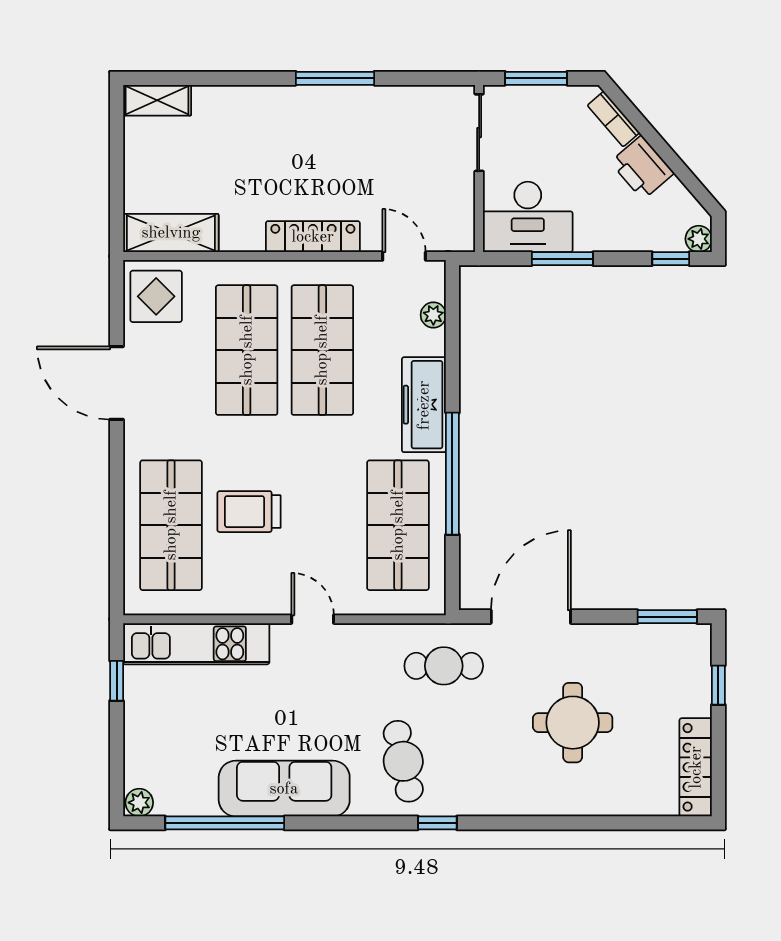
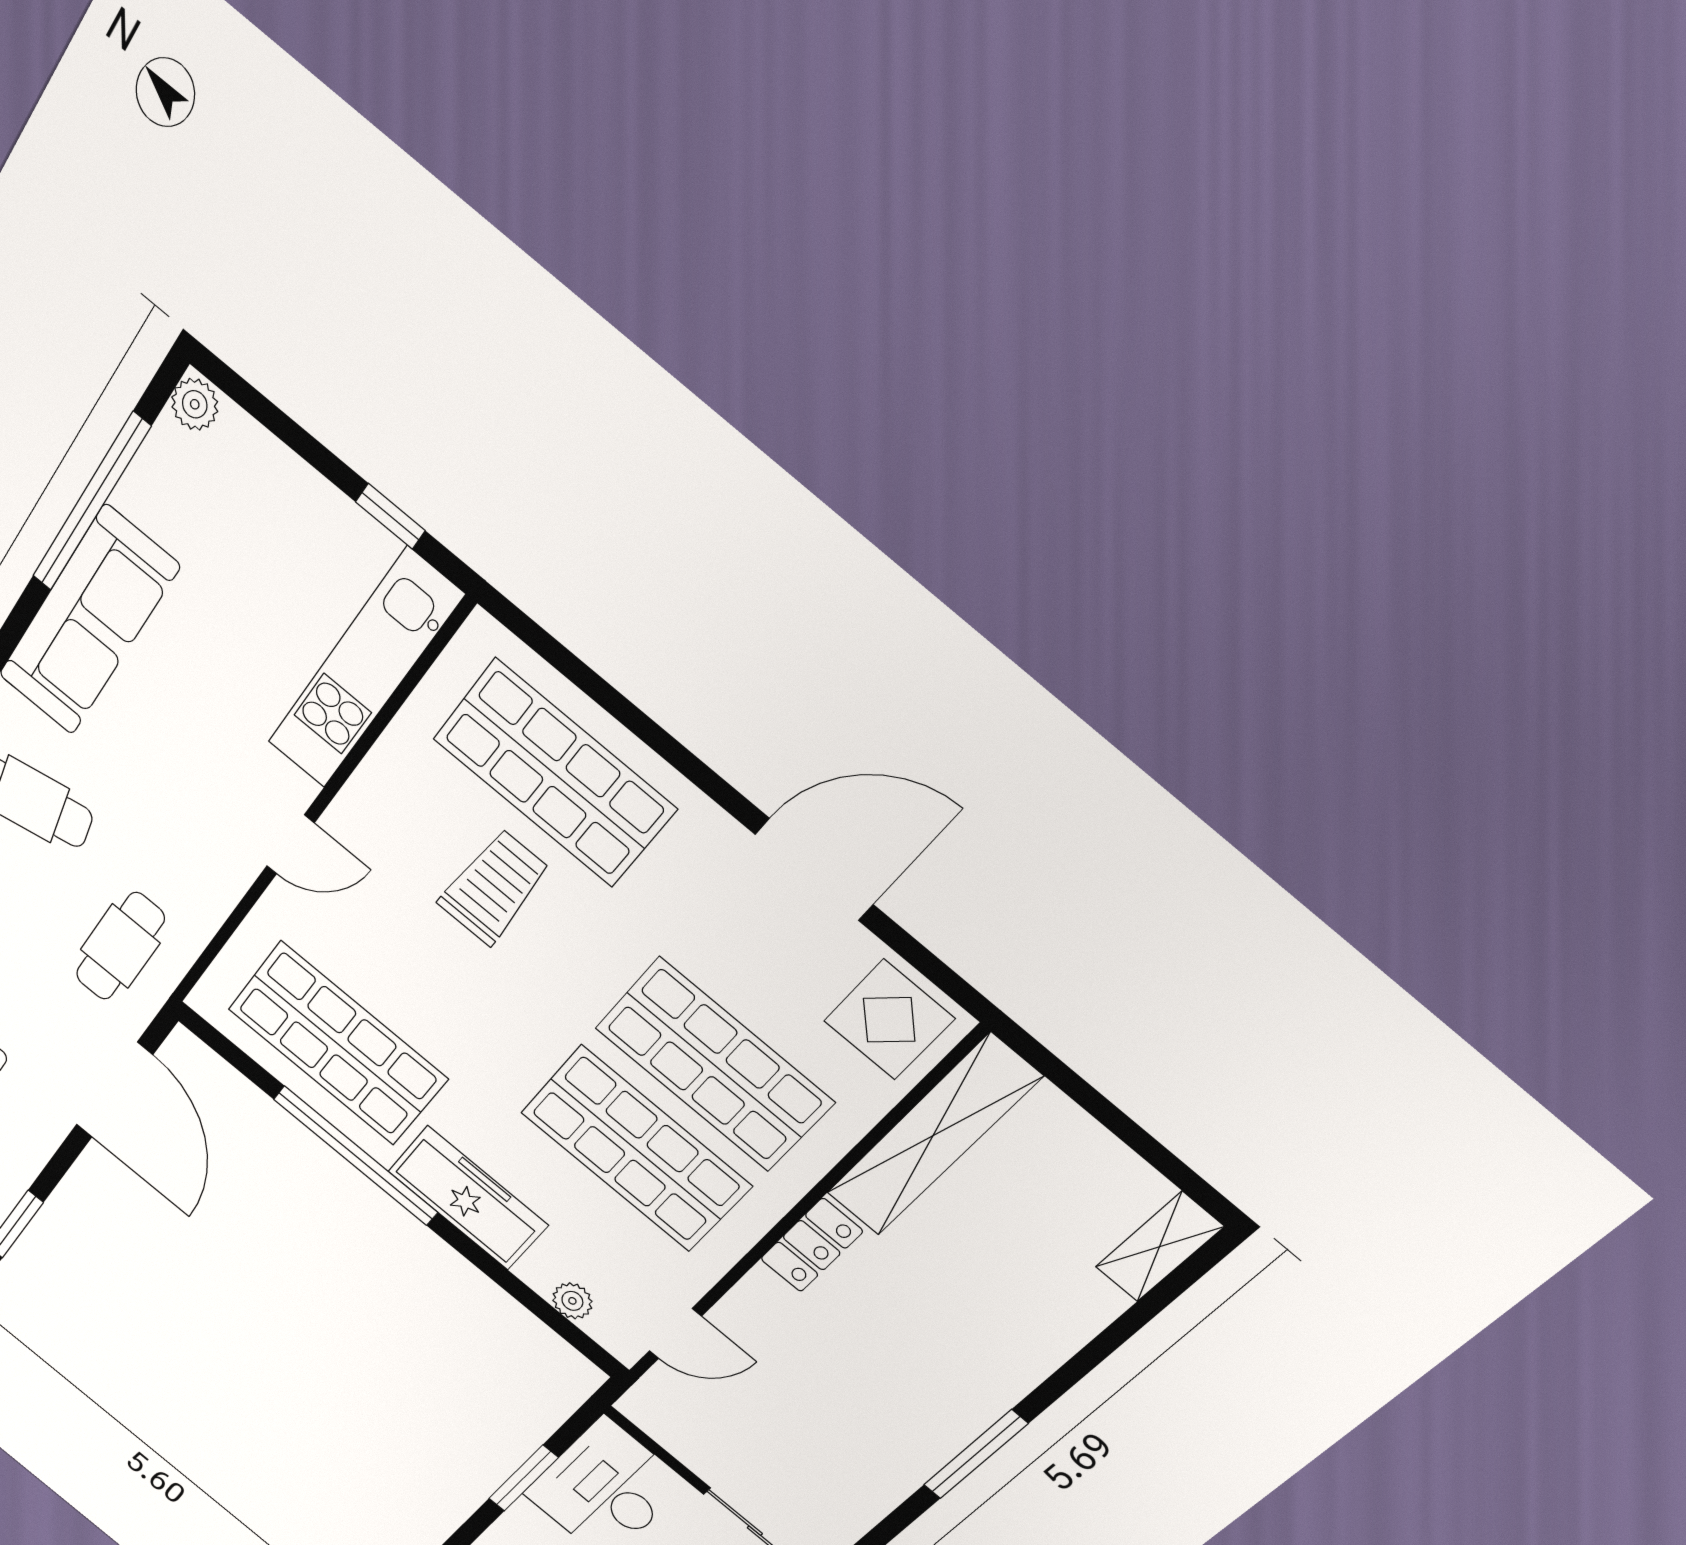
shelving: (171, 233) -> (933, 1136), width x1.47
locker: (313, 237) -> (812, 1245), width x0.66

